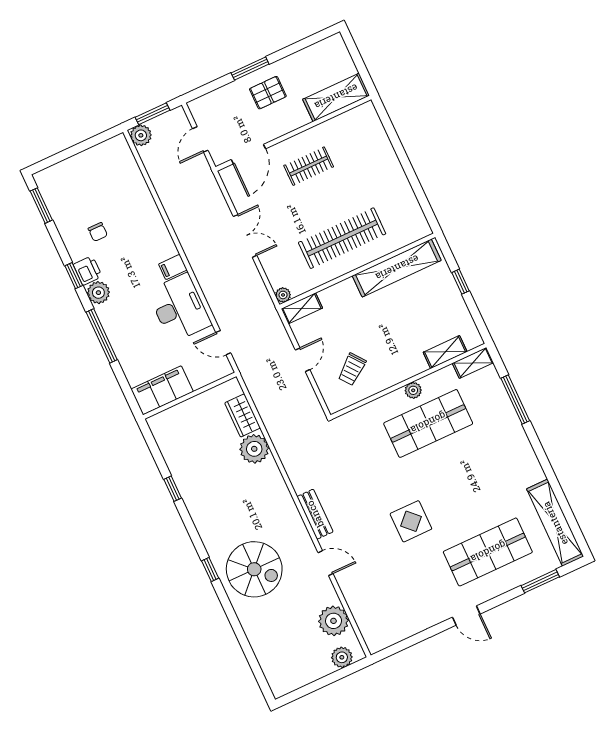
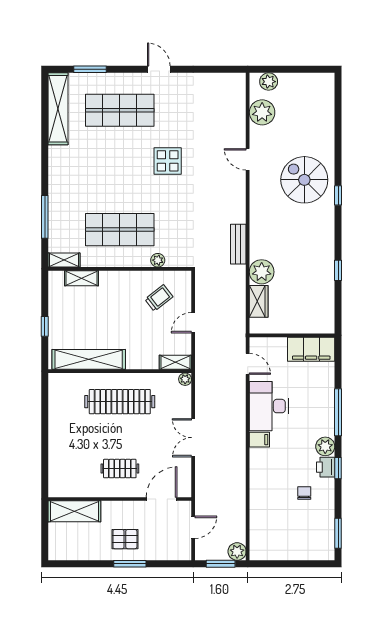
plant: (413, 390) -> (158, 260), moved
bench: (315, 514) -> (238, 244), moved

